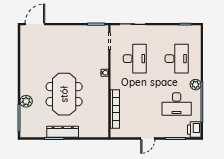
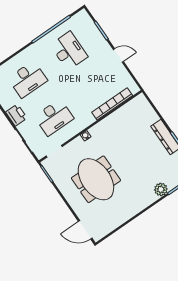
desk: (135, 59) -> (54, 117), turned 180
desk: (177, 59) -> (28, 79), turned 180
plant: (196, 85) -> (39, 46), removed
meeting table: (64, 94) -> (96, 179), moved, turned 90
printer: (194, 130) -> (16, 115), moved, turned -90

